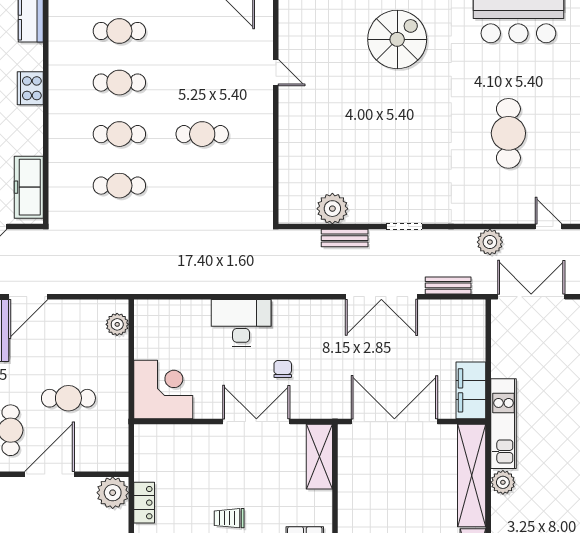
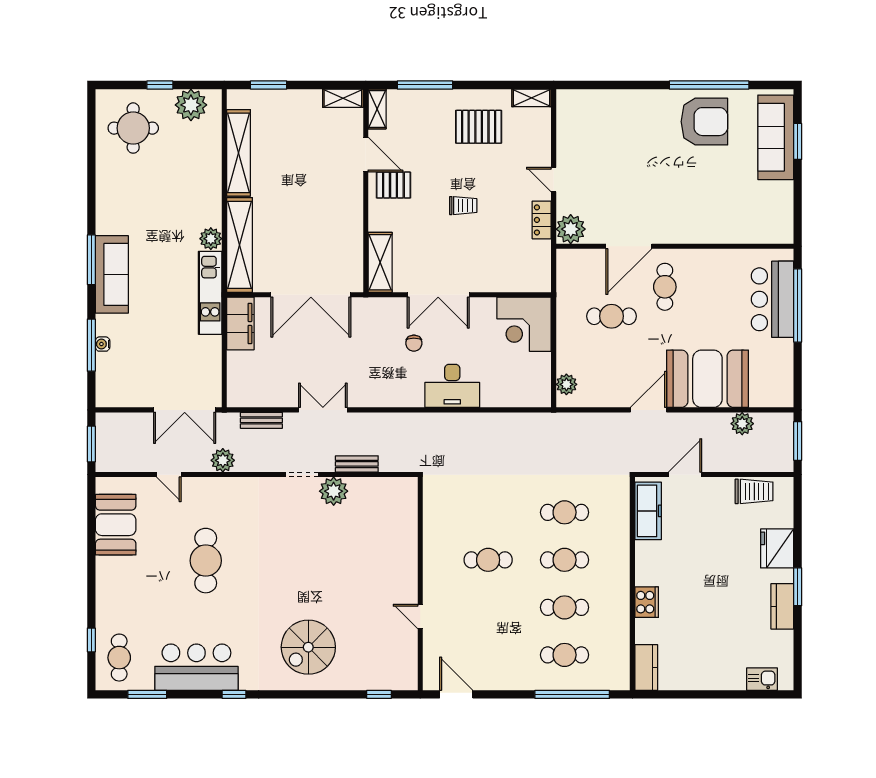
plant: (332, 209) -> (334, 491), moved
double door: (381, 297) -> (323, 410), width x0.73

